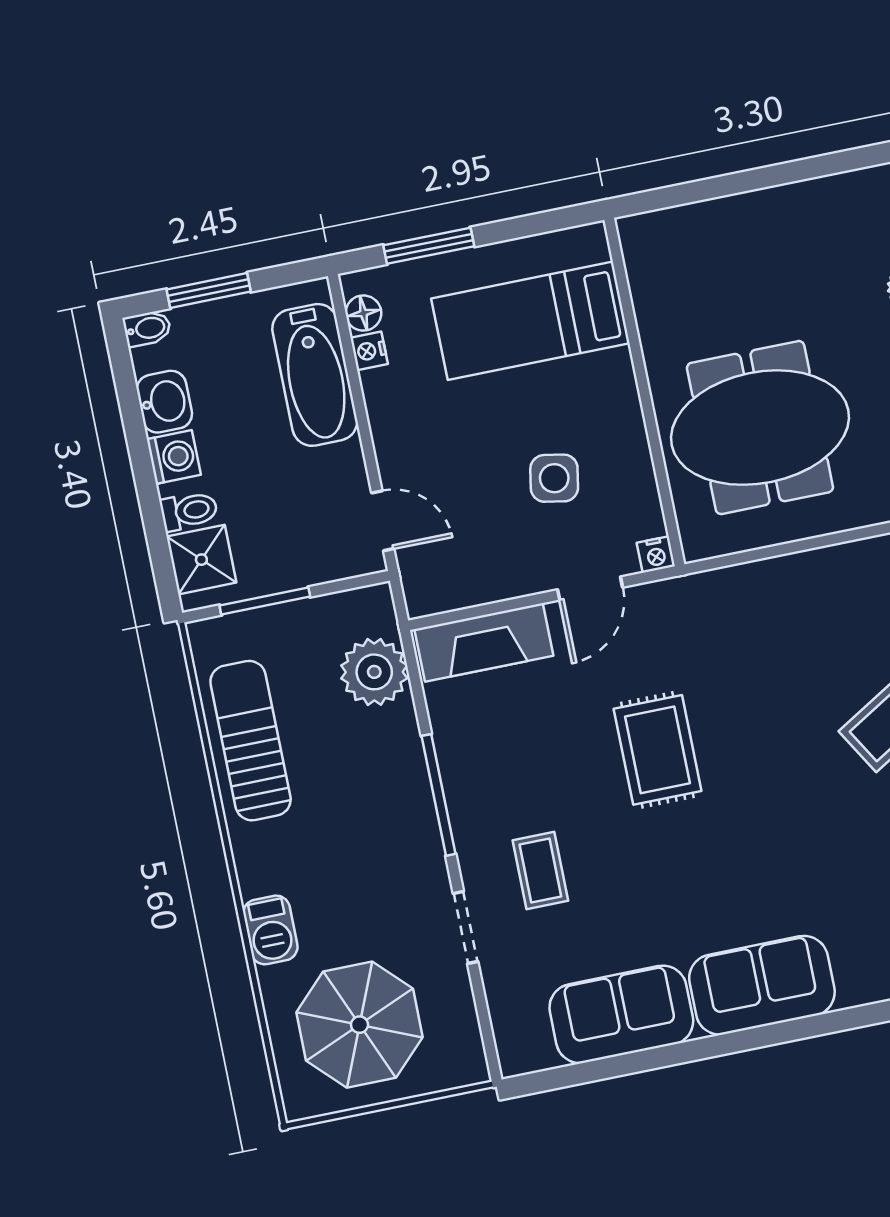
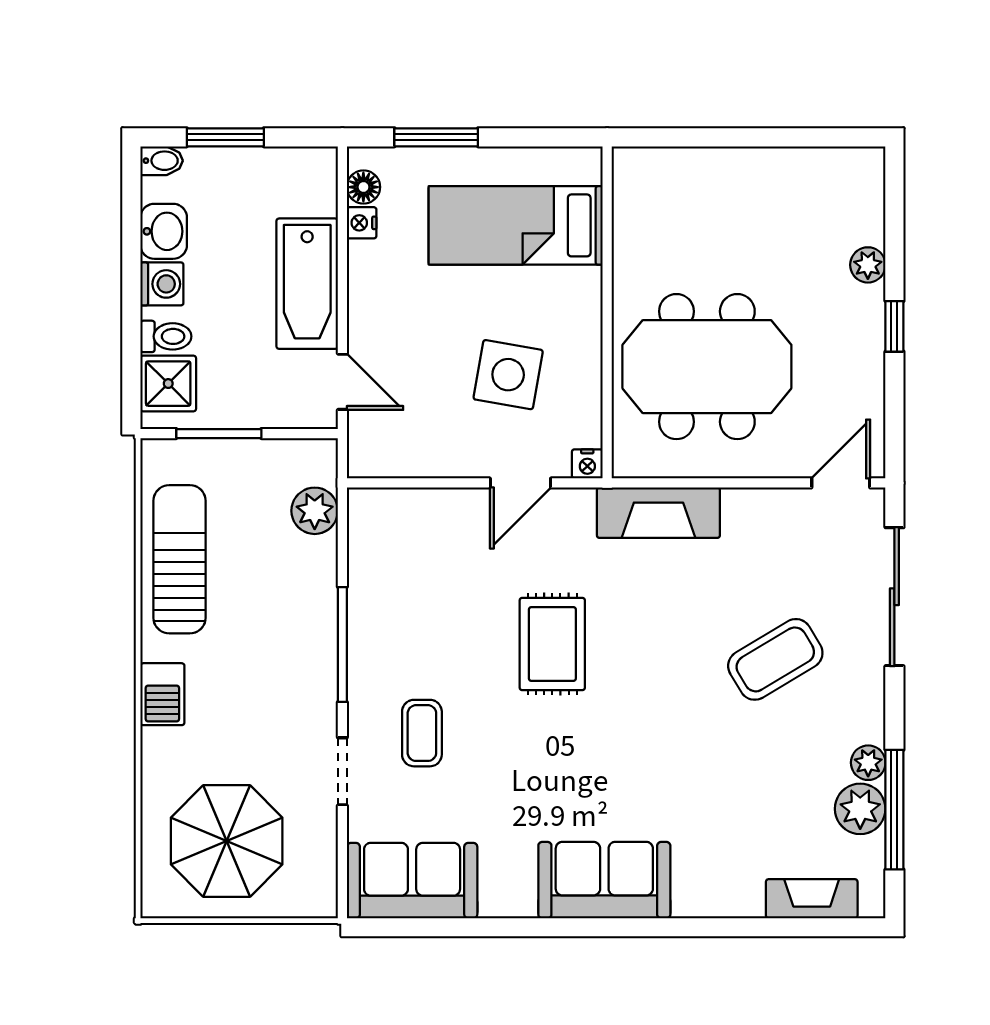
bathtub: (315, 375) -> (307, 284), moved
side table: (554, 478) -> (508, 375), width x1.37, depth x1.37
fireplace: (484, 643) -> (658, 513), moved
plant: (374, 672) -> (315, 511), width x0.73, depth x0.73
barbecue: (270, 930) -> (162, 694), moved
sofa: (621, 1014) -> (412, 881), moved

